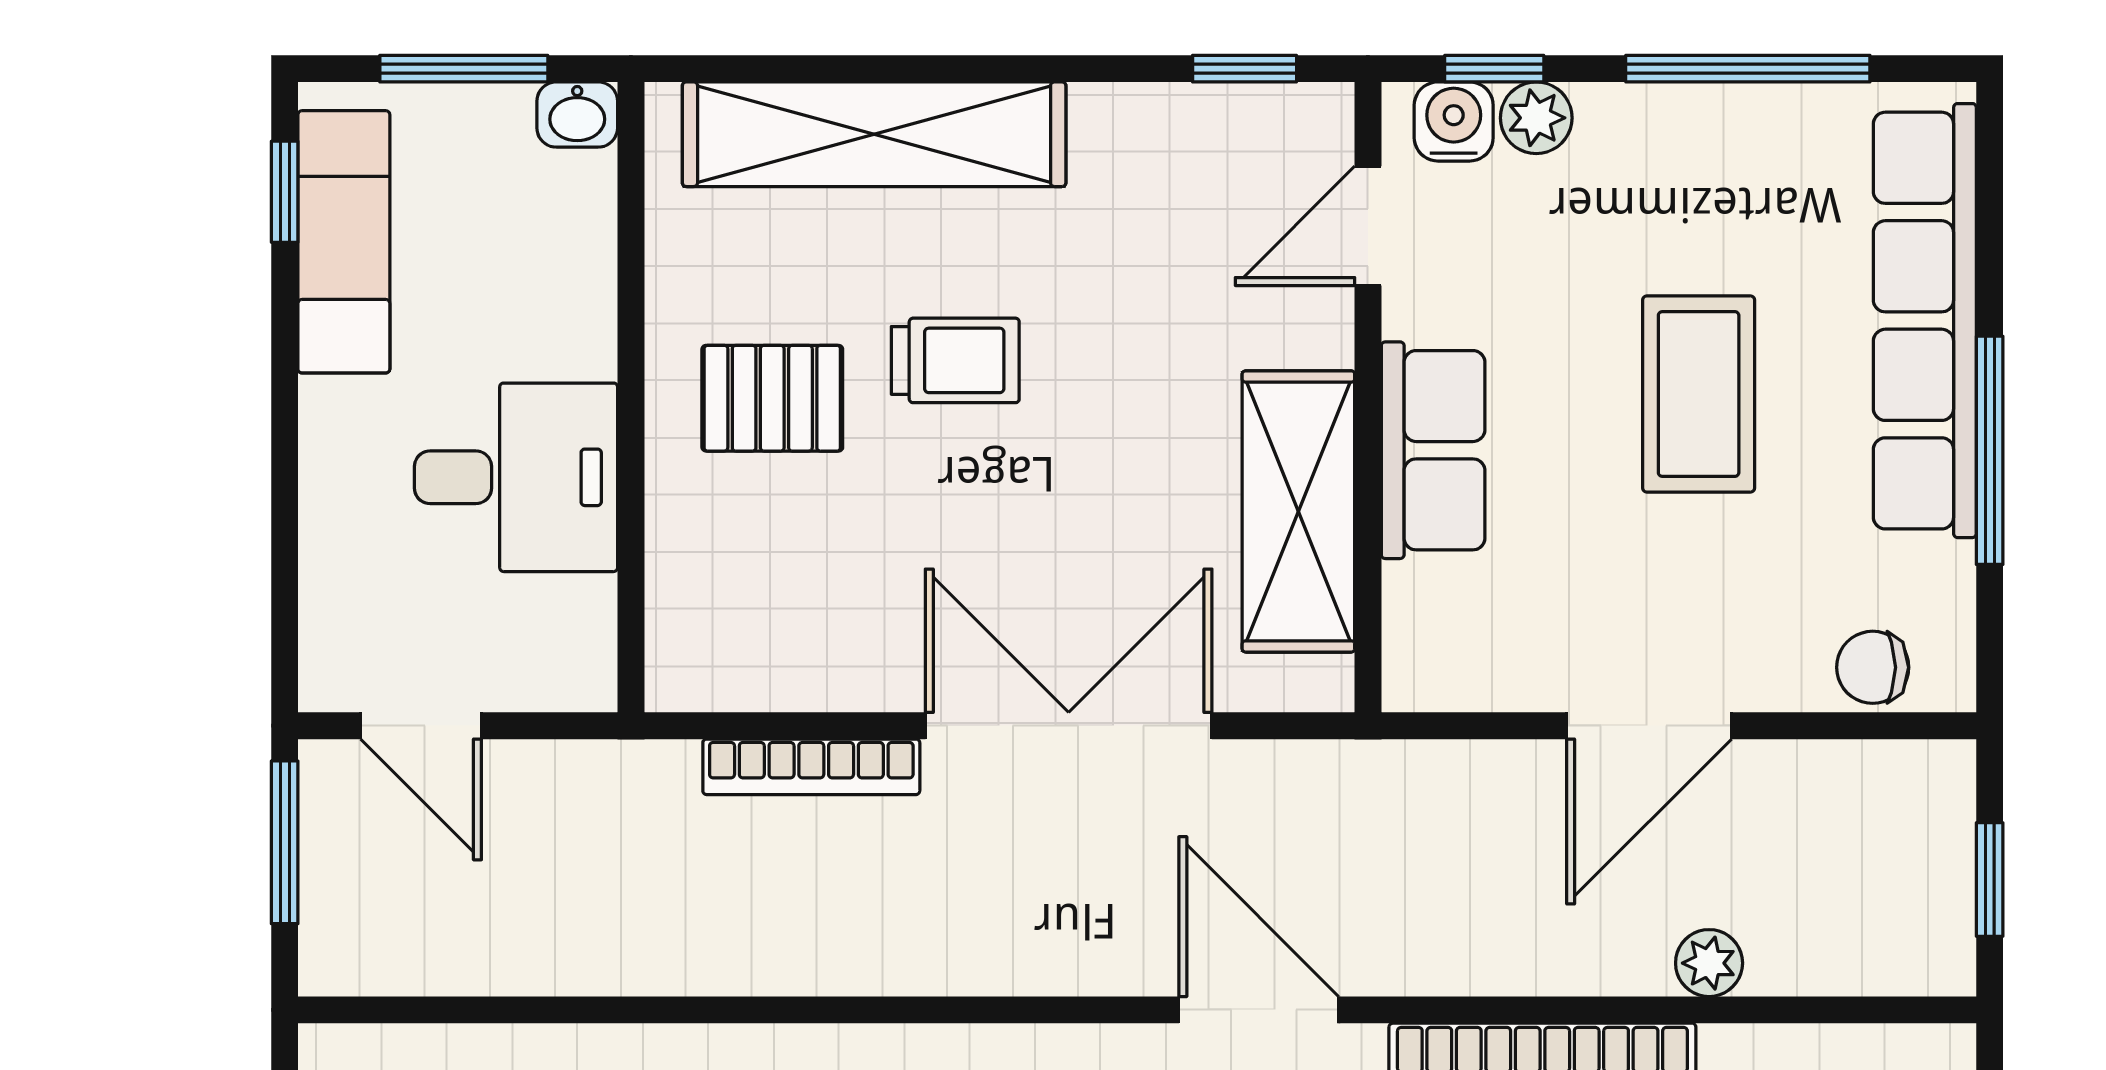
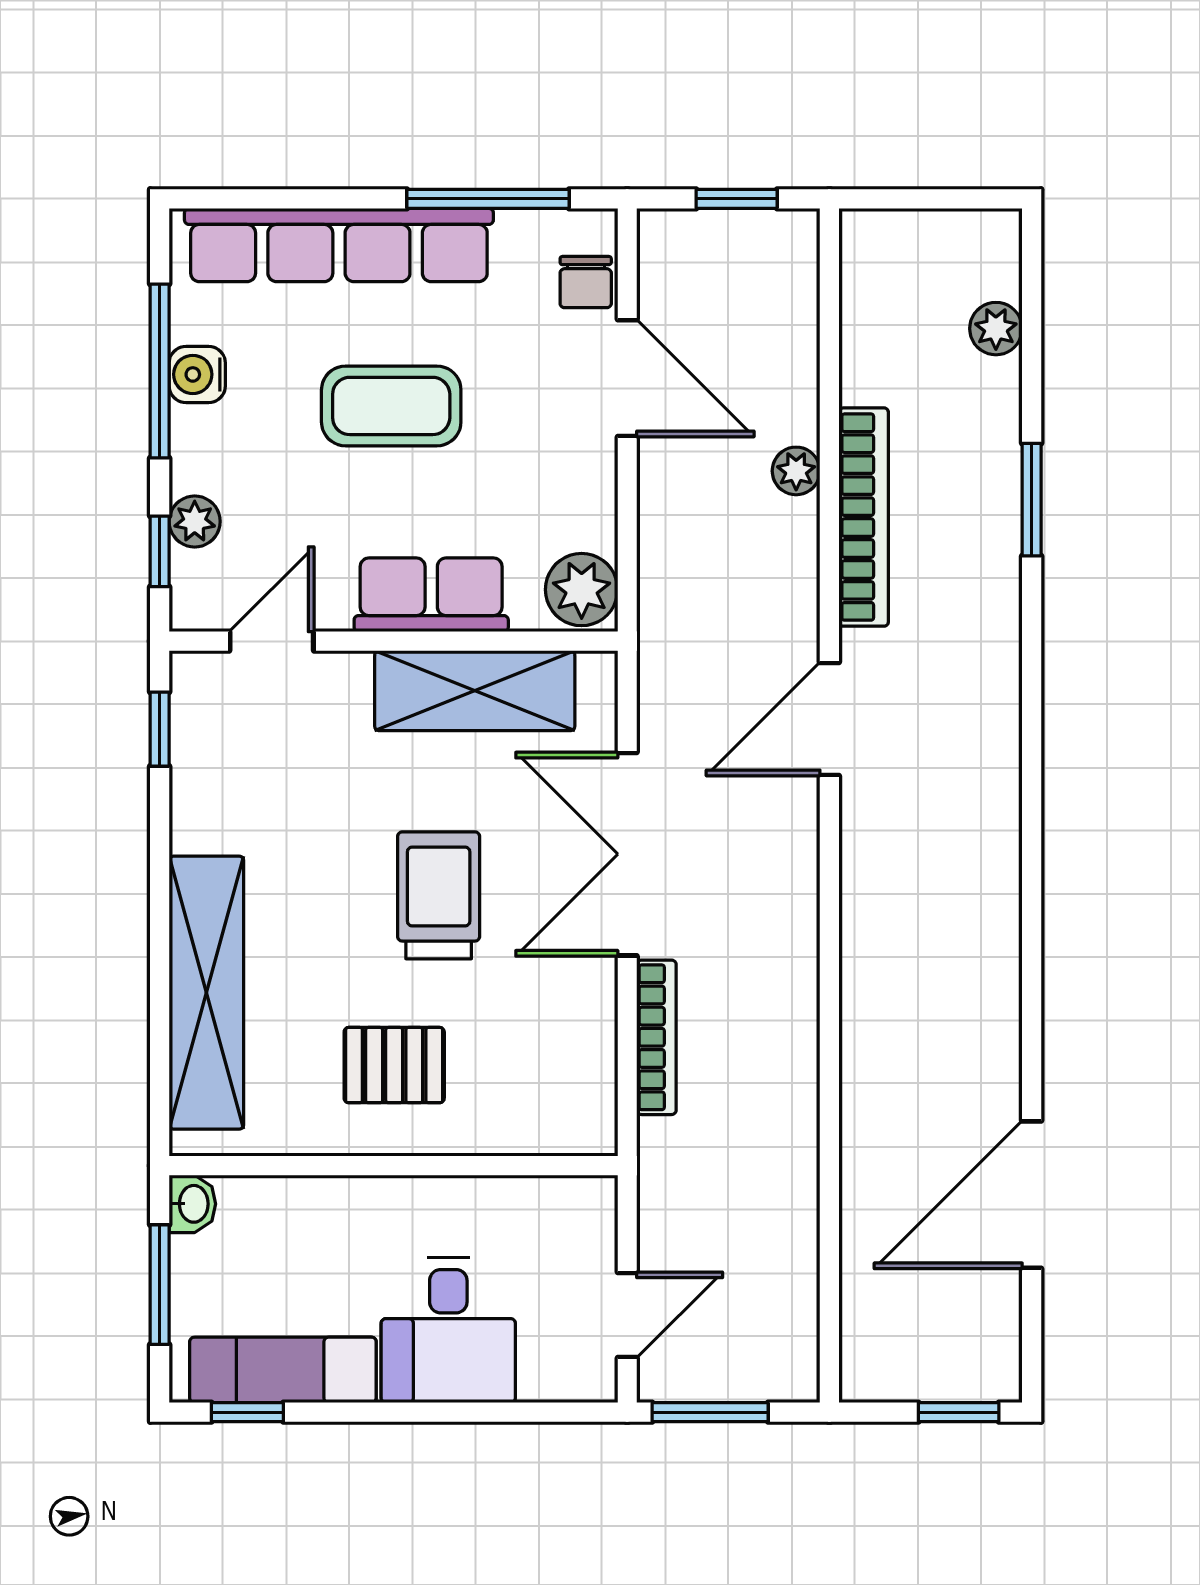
water cooler: (1454, 121) -> (197, 374), moved
door: (1368, 226) -> (272, 641), swing flipped
trolley: (955, 360) -> (439, 895), moved, width x1.36, depth x1.39
pallet: (772, 398) -> (394, 1065), turned 90
window: (1990, 450) -> (488, 199), moved
desk: (516, 477) -> (448, 1330), moved, turned 180
plant: (1441, 662) -> (582, 590), added
door: (1649, 726) -> (627, 378), moved
plant: (1709, 963) -> (796, 471), moved

